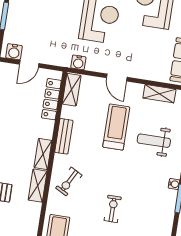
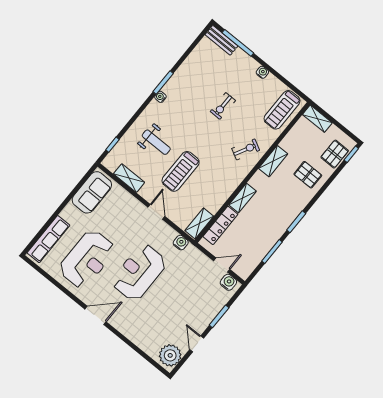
bench: (64, 136) -> (228, 189), removed
shelving: (43, 154) -> (243, 198), moved

